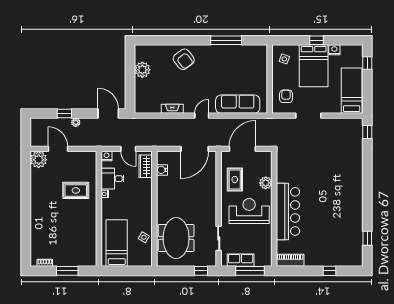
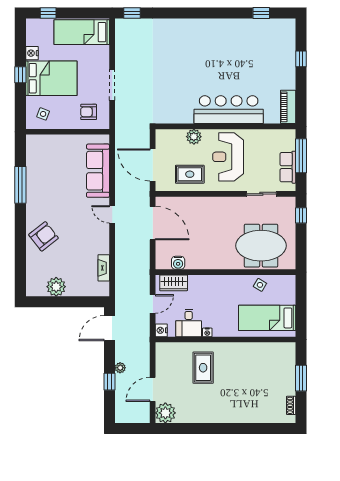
fireplace: (172, 109) -> (104, 268), moved

